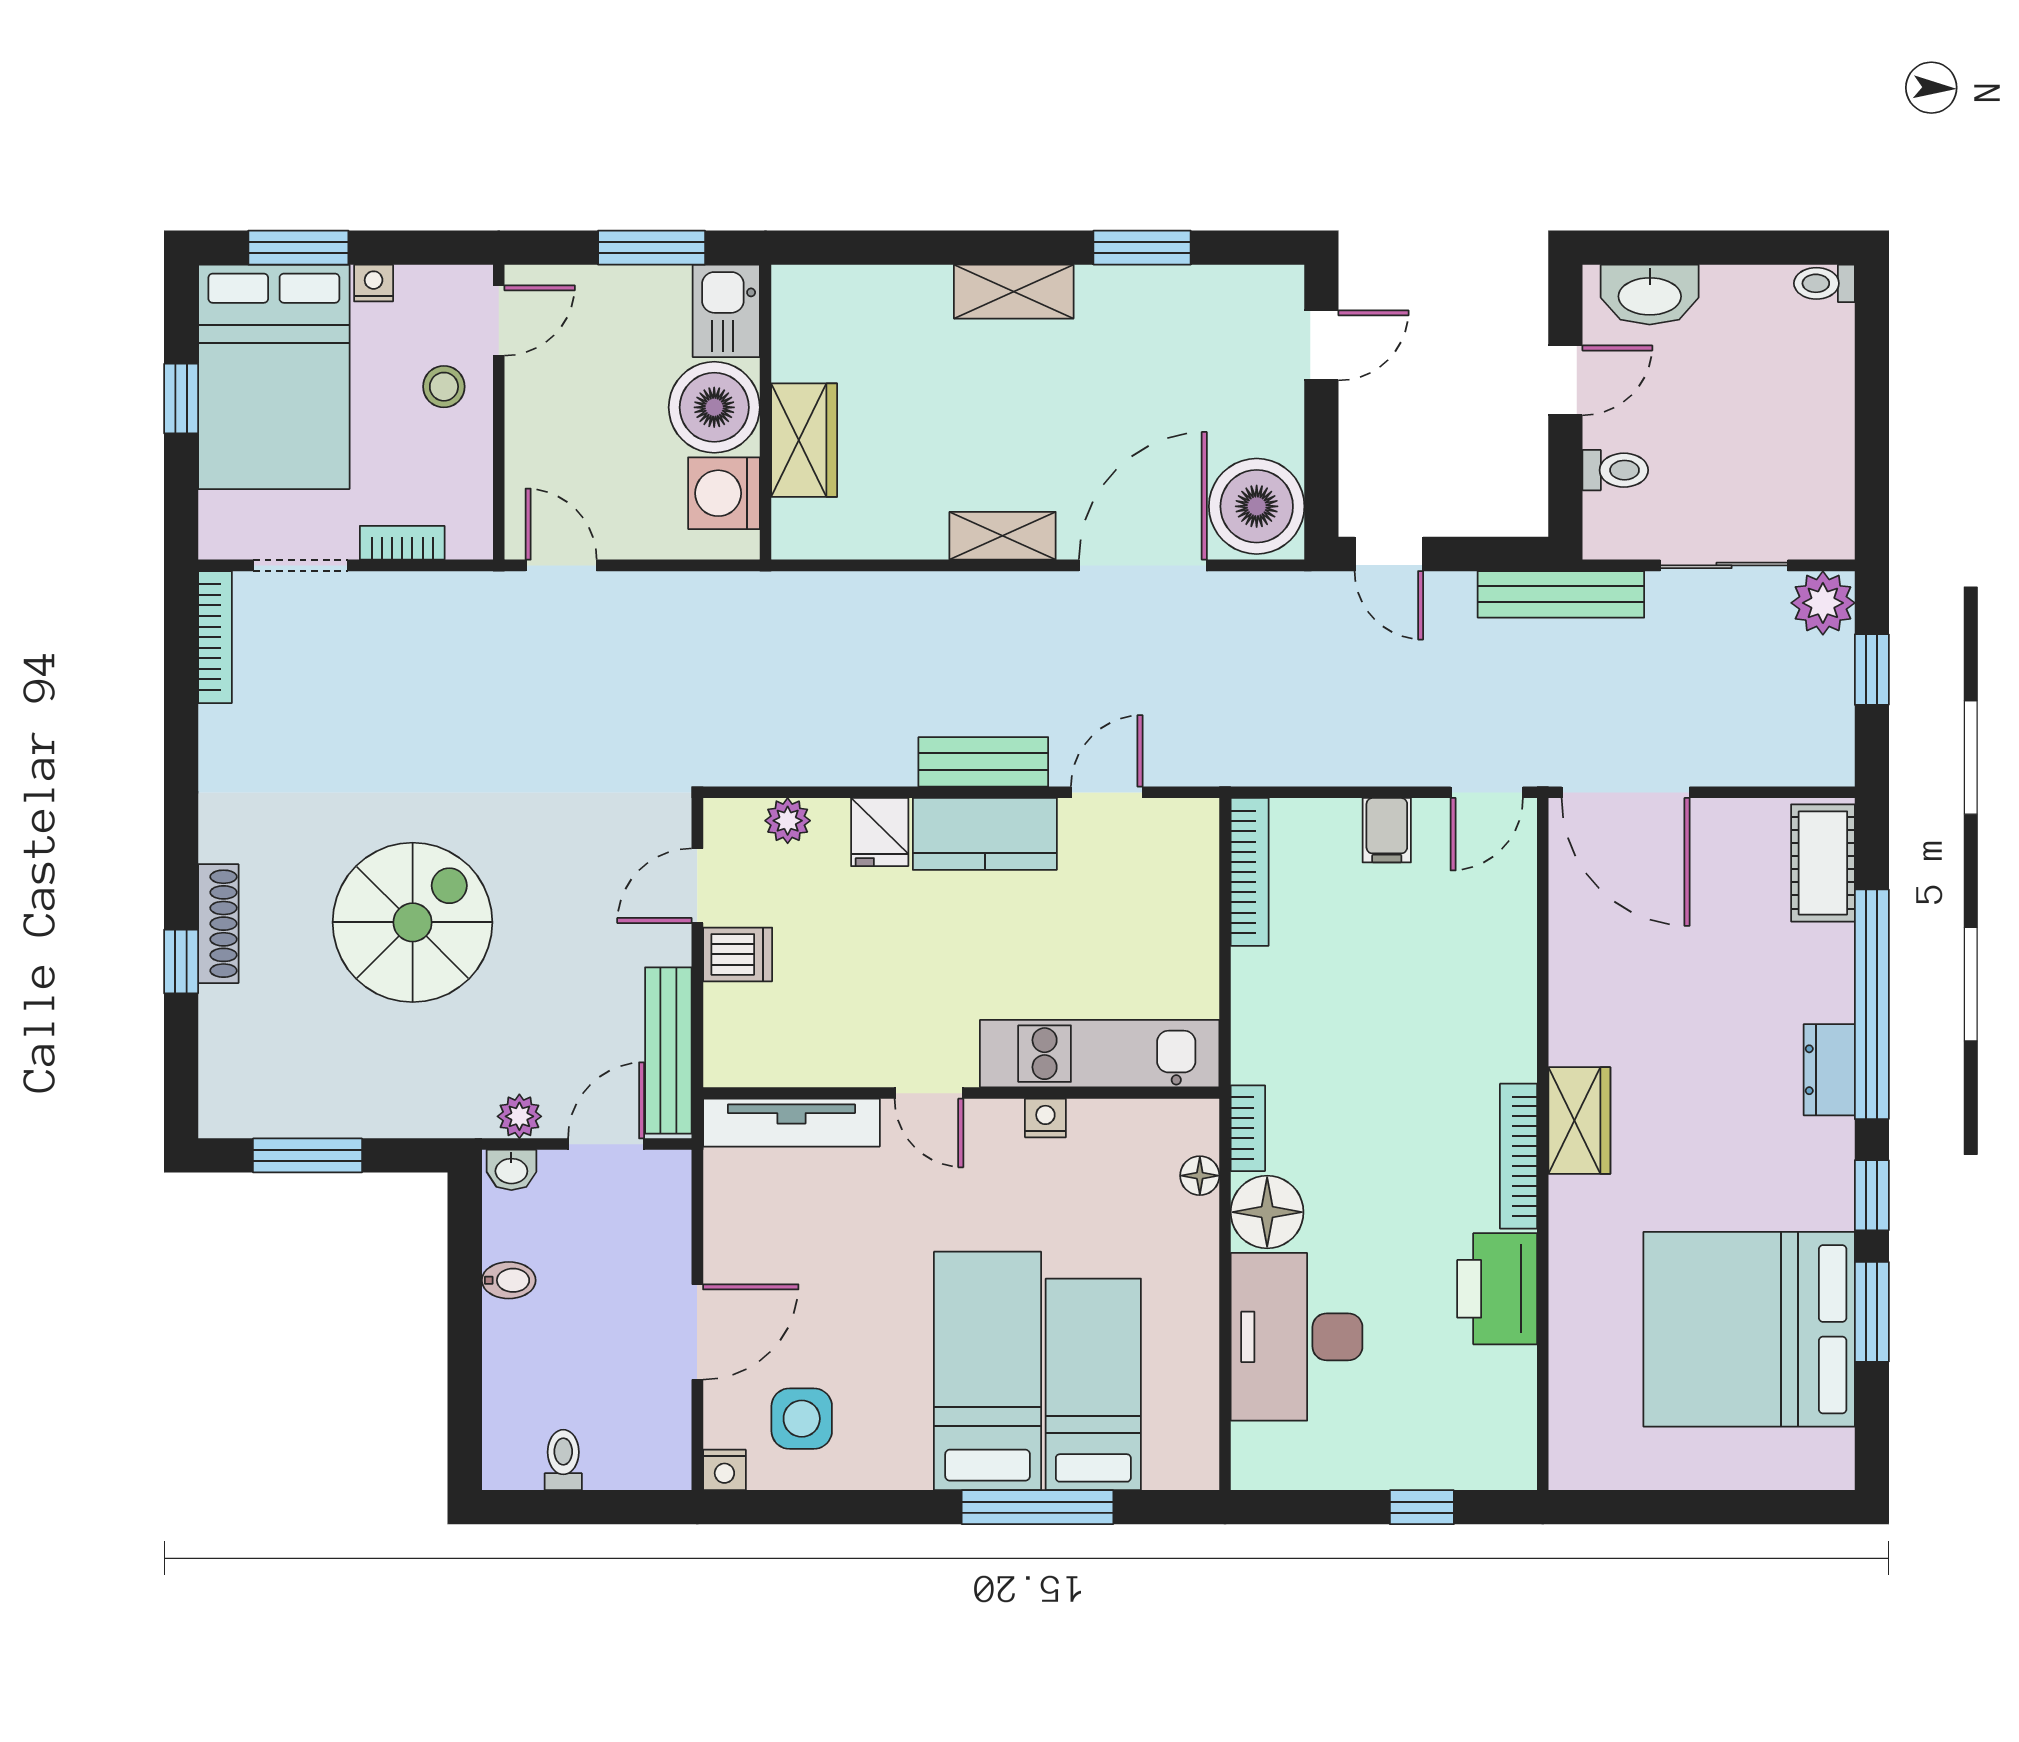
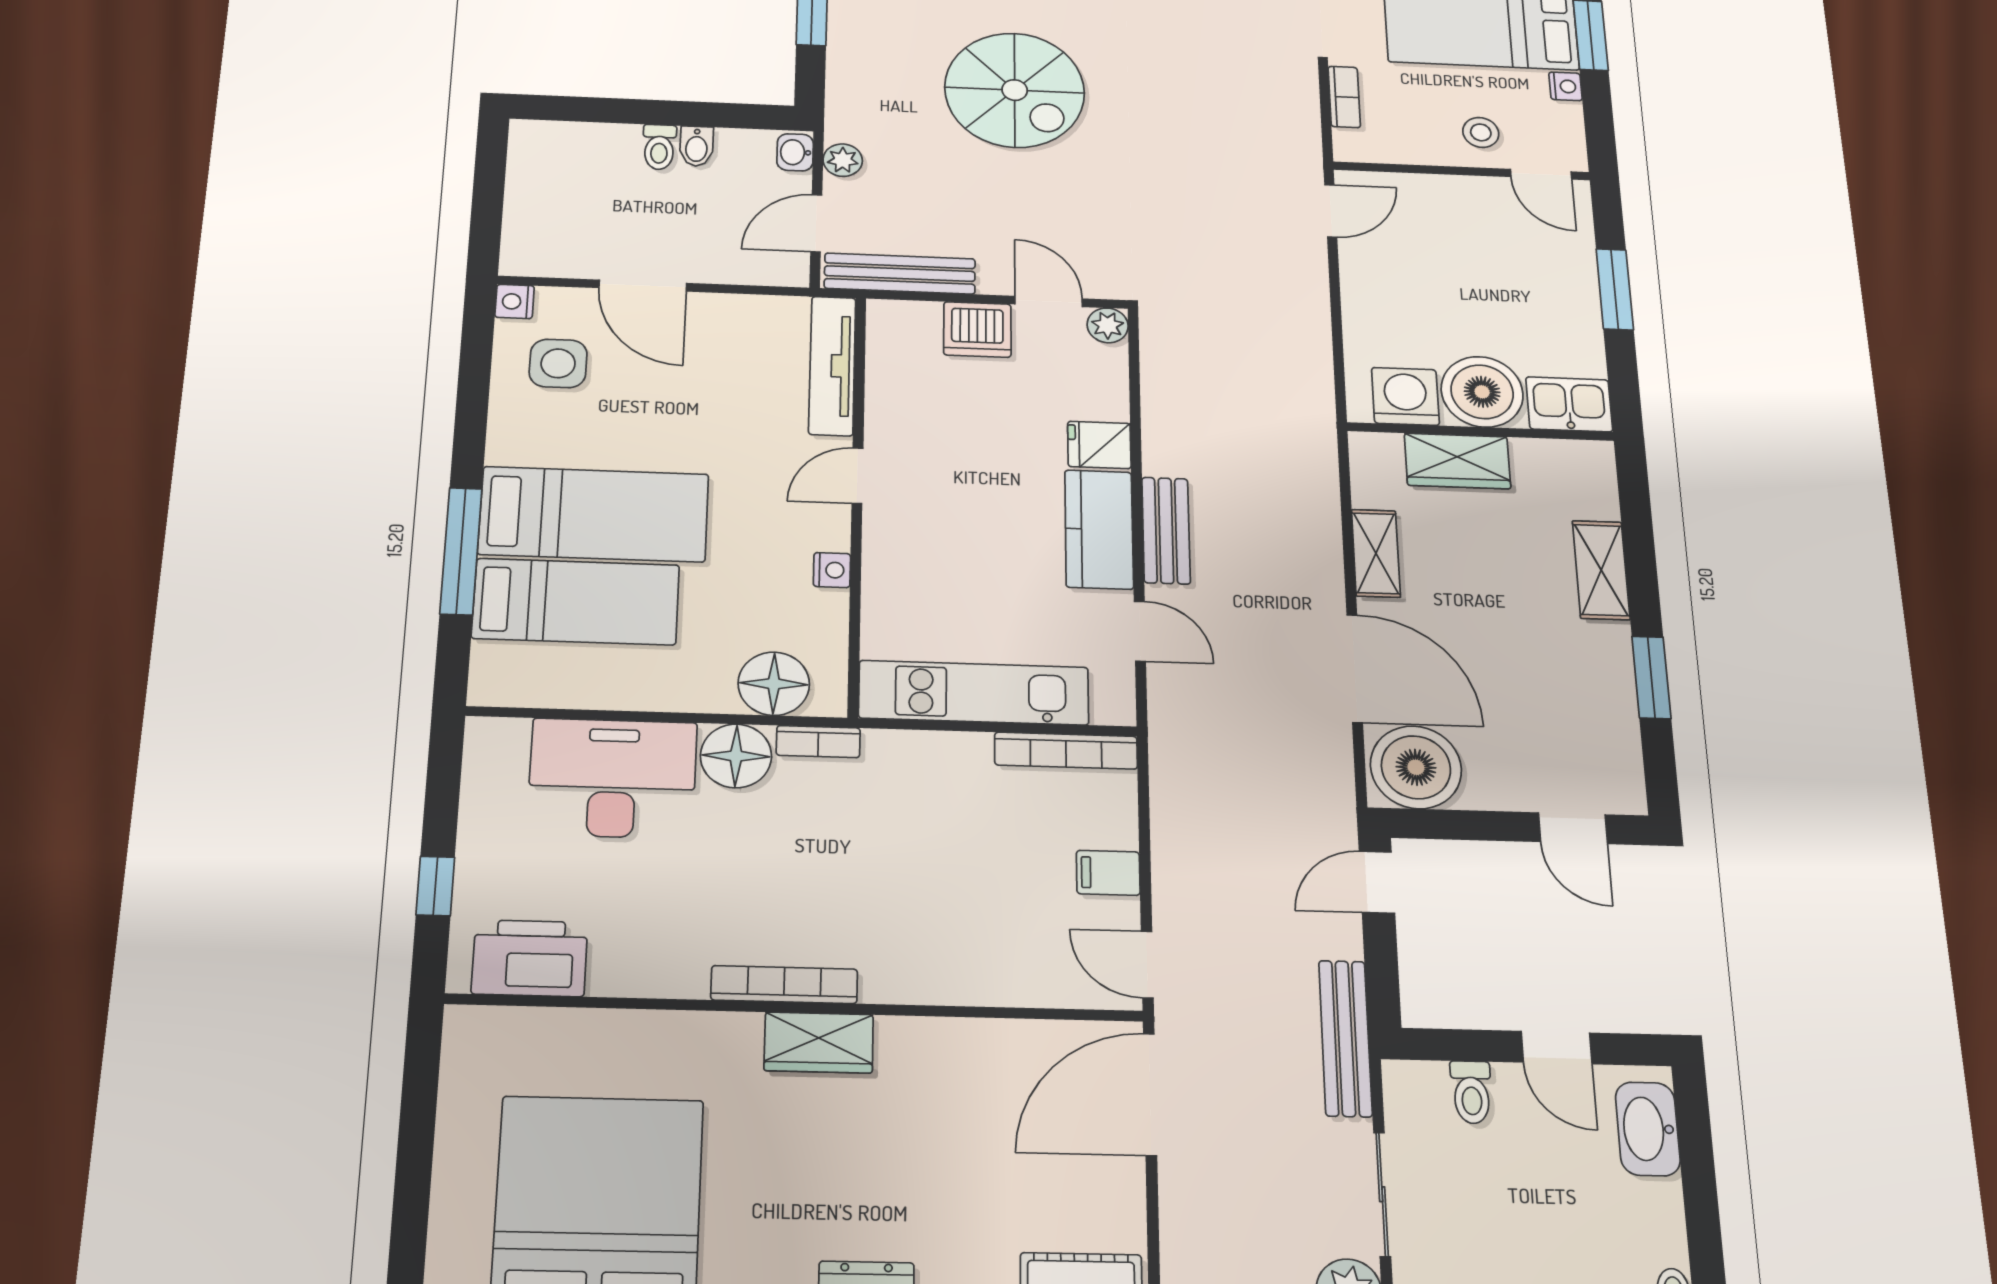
kitchen sink: (726, 311) -> (1569, 404), moved
boiler: (714, 407) -> (1482, 392), moved
wall: (765, 412) -> (1481, 431), moved
wardrobe: (804, 440) -> (1457, 461), moved
washing machine: (724, 493) -> (1405, 396), moved
plant: (788, 821) -> (1108, 325), moved
dishwasher: (738, 954) -> (977, 329), width x1.38
kitchen unit: (1100, 1054) -> (974, 693), moved, turned -90
door: (606, 1144) -> (816, 223), swing flipped
floor lamp: (1200, 1176) -> (774, 684), width x1.89, depth x1.89
printer: (1497, 1289) -> (530, 958), moved
toilet: (563, 1460) -> (659, 147), moved, turned 90

